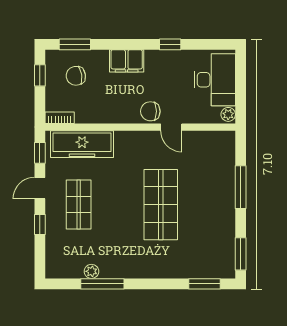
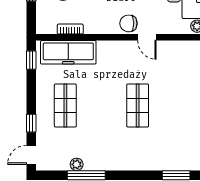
bookcase: (60, 118) -> (70, 29), moved
door: (40, 188) -> (31, 155), moved
shop shelf: (161, 205) -> (138, 106), width x0.70, depth x0.74

